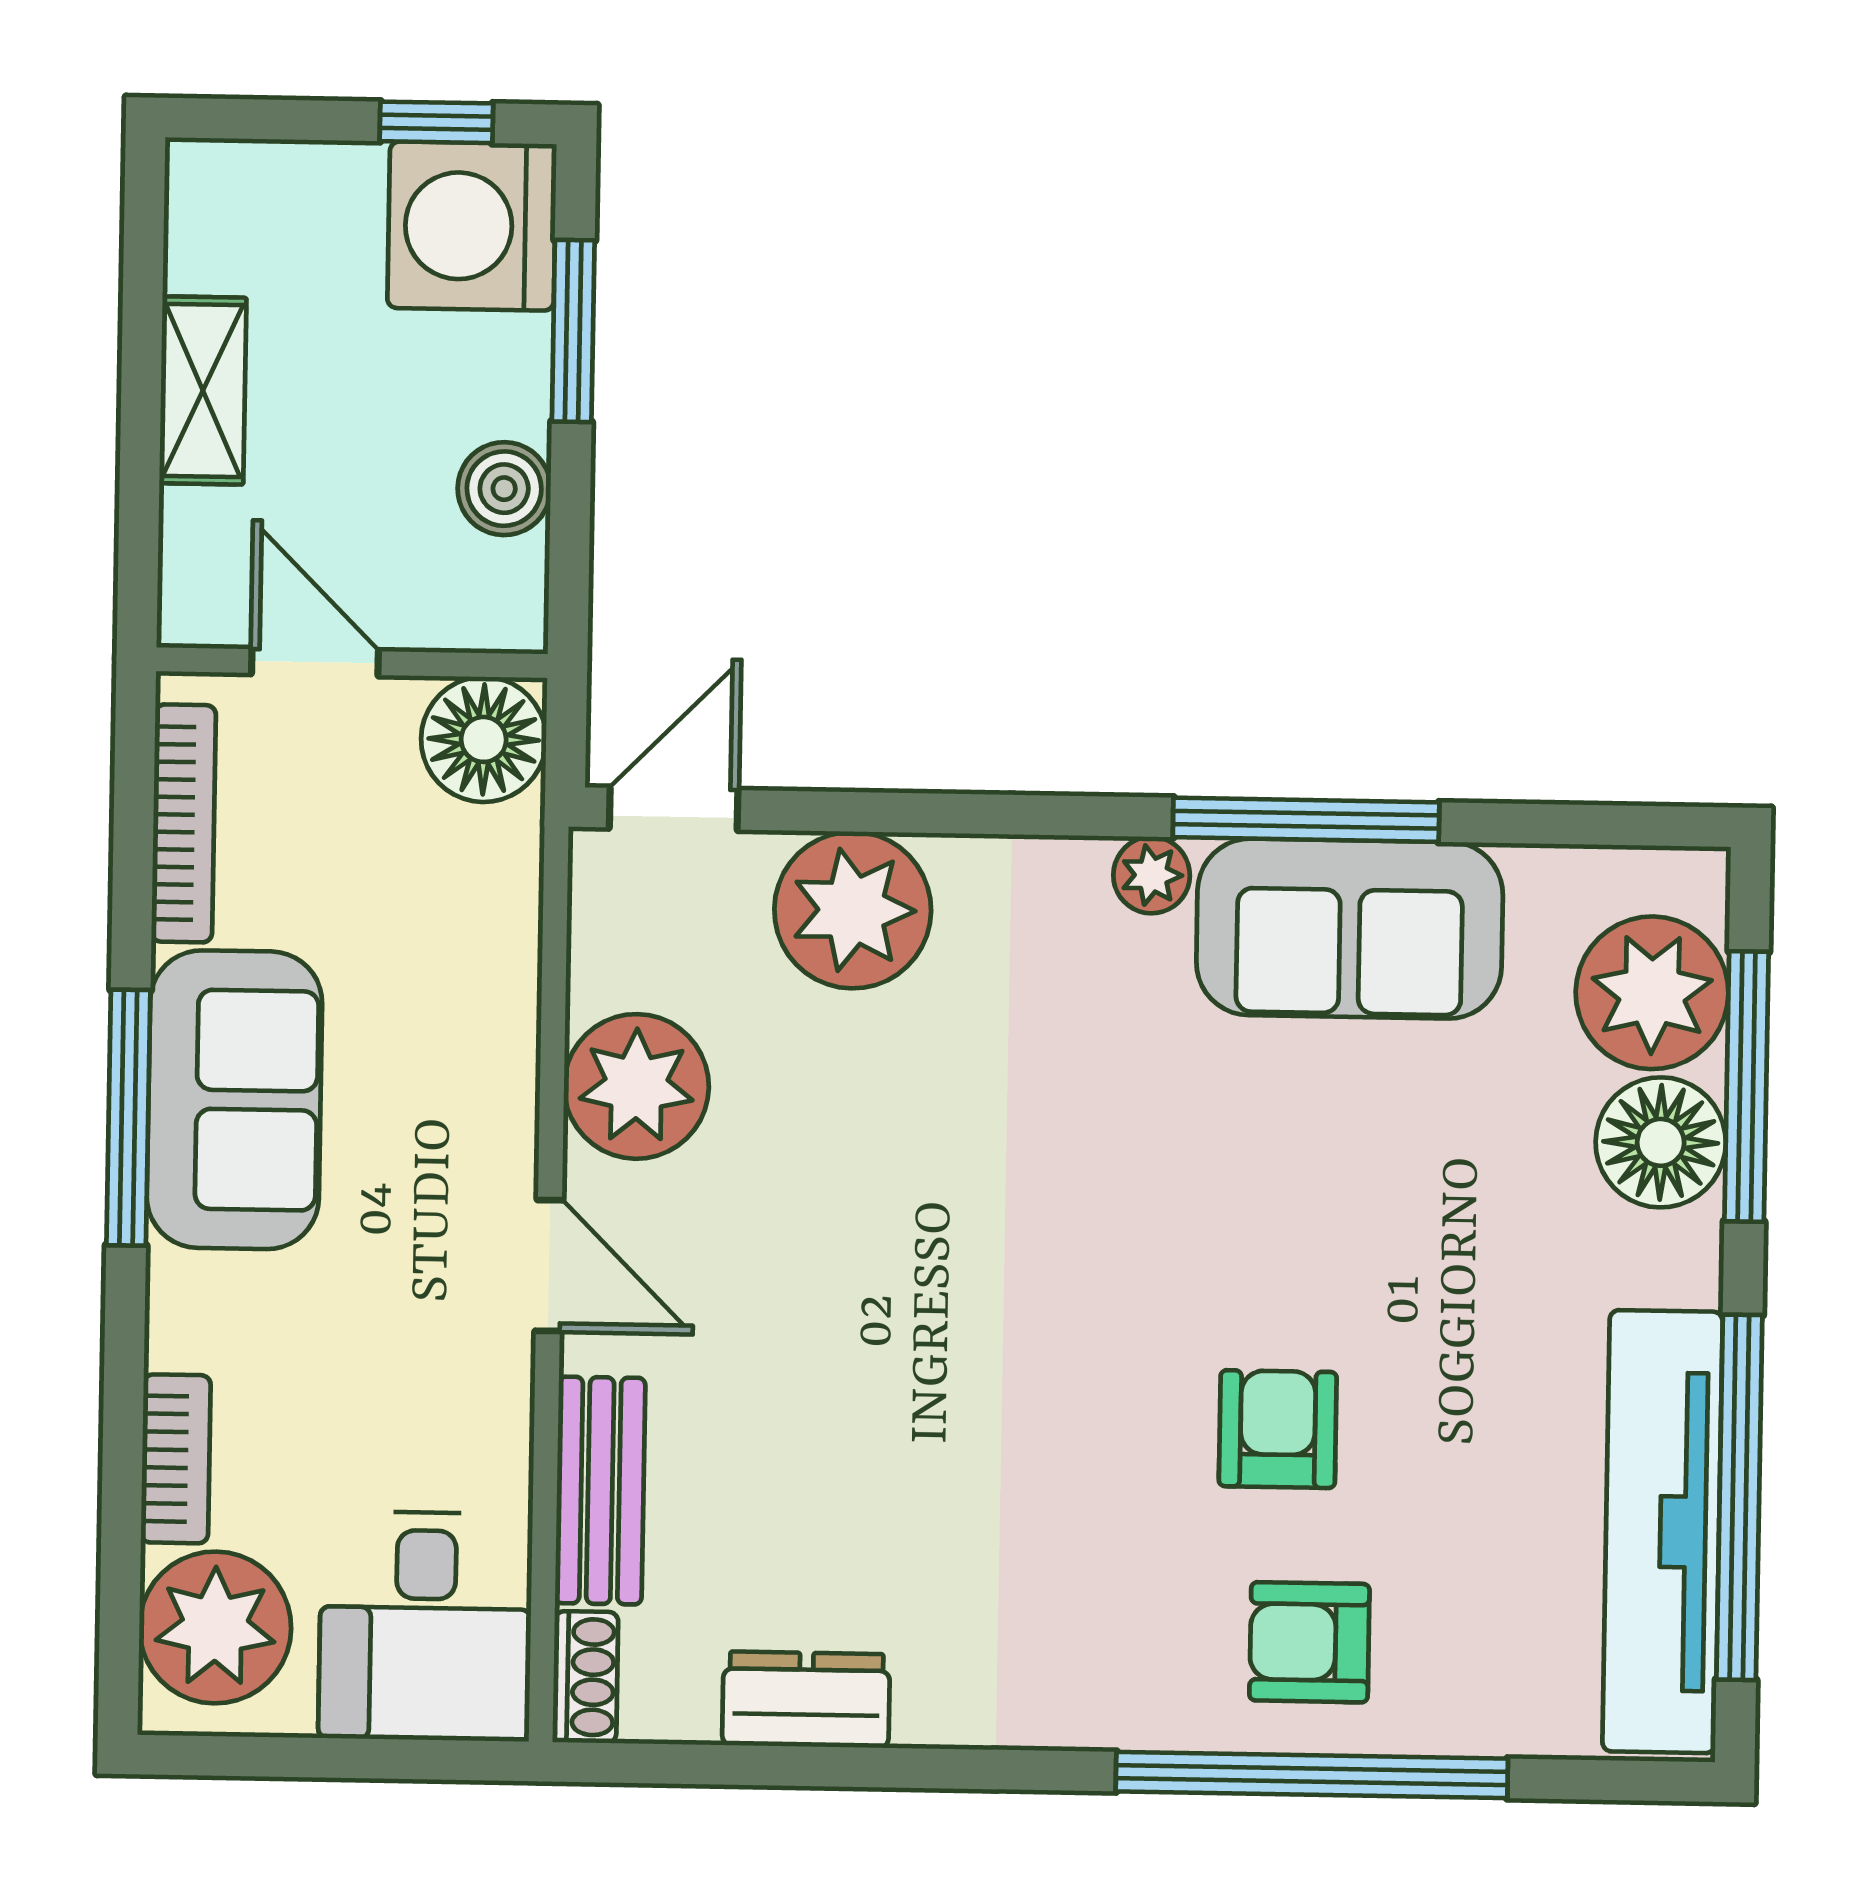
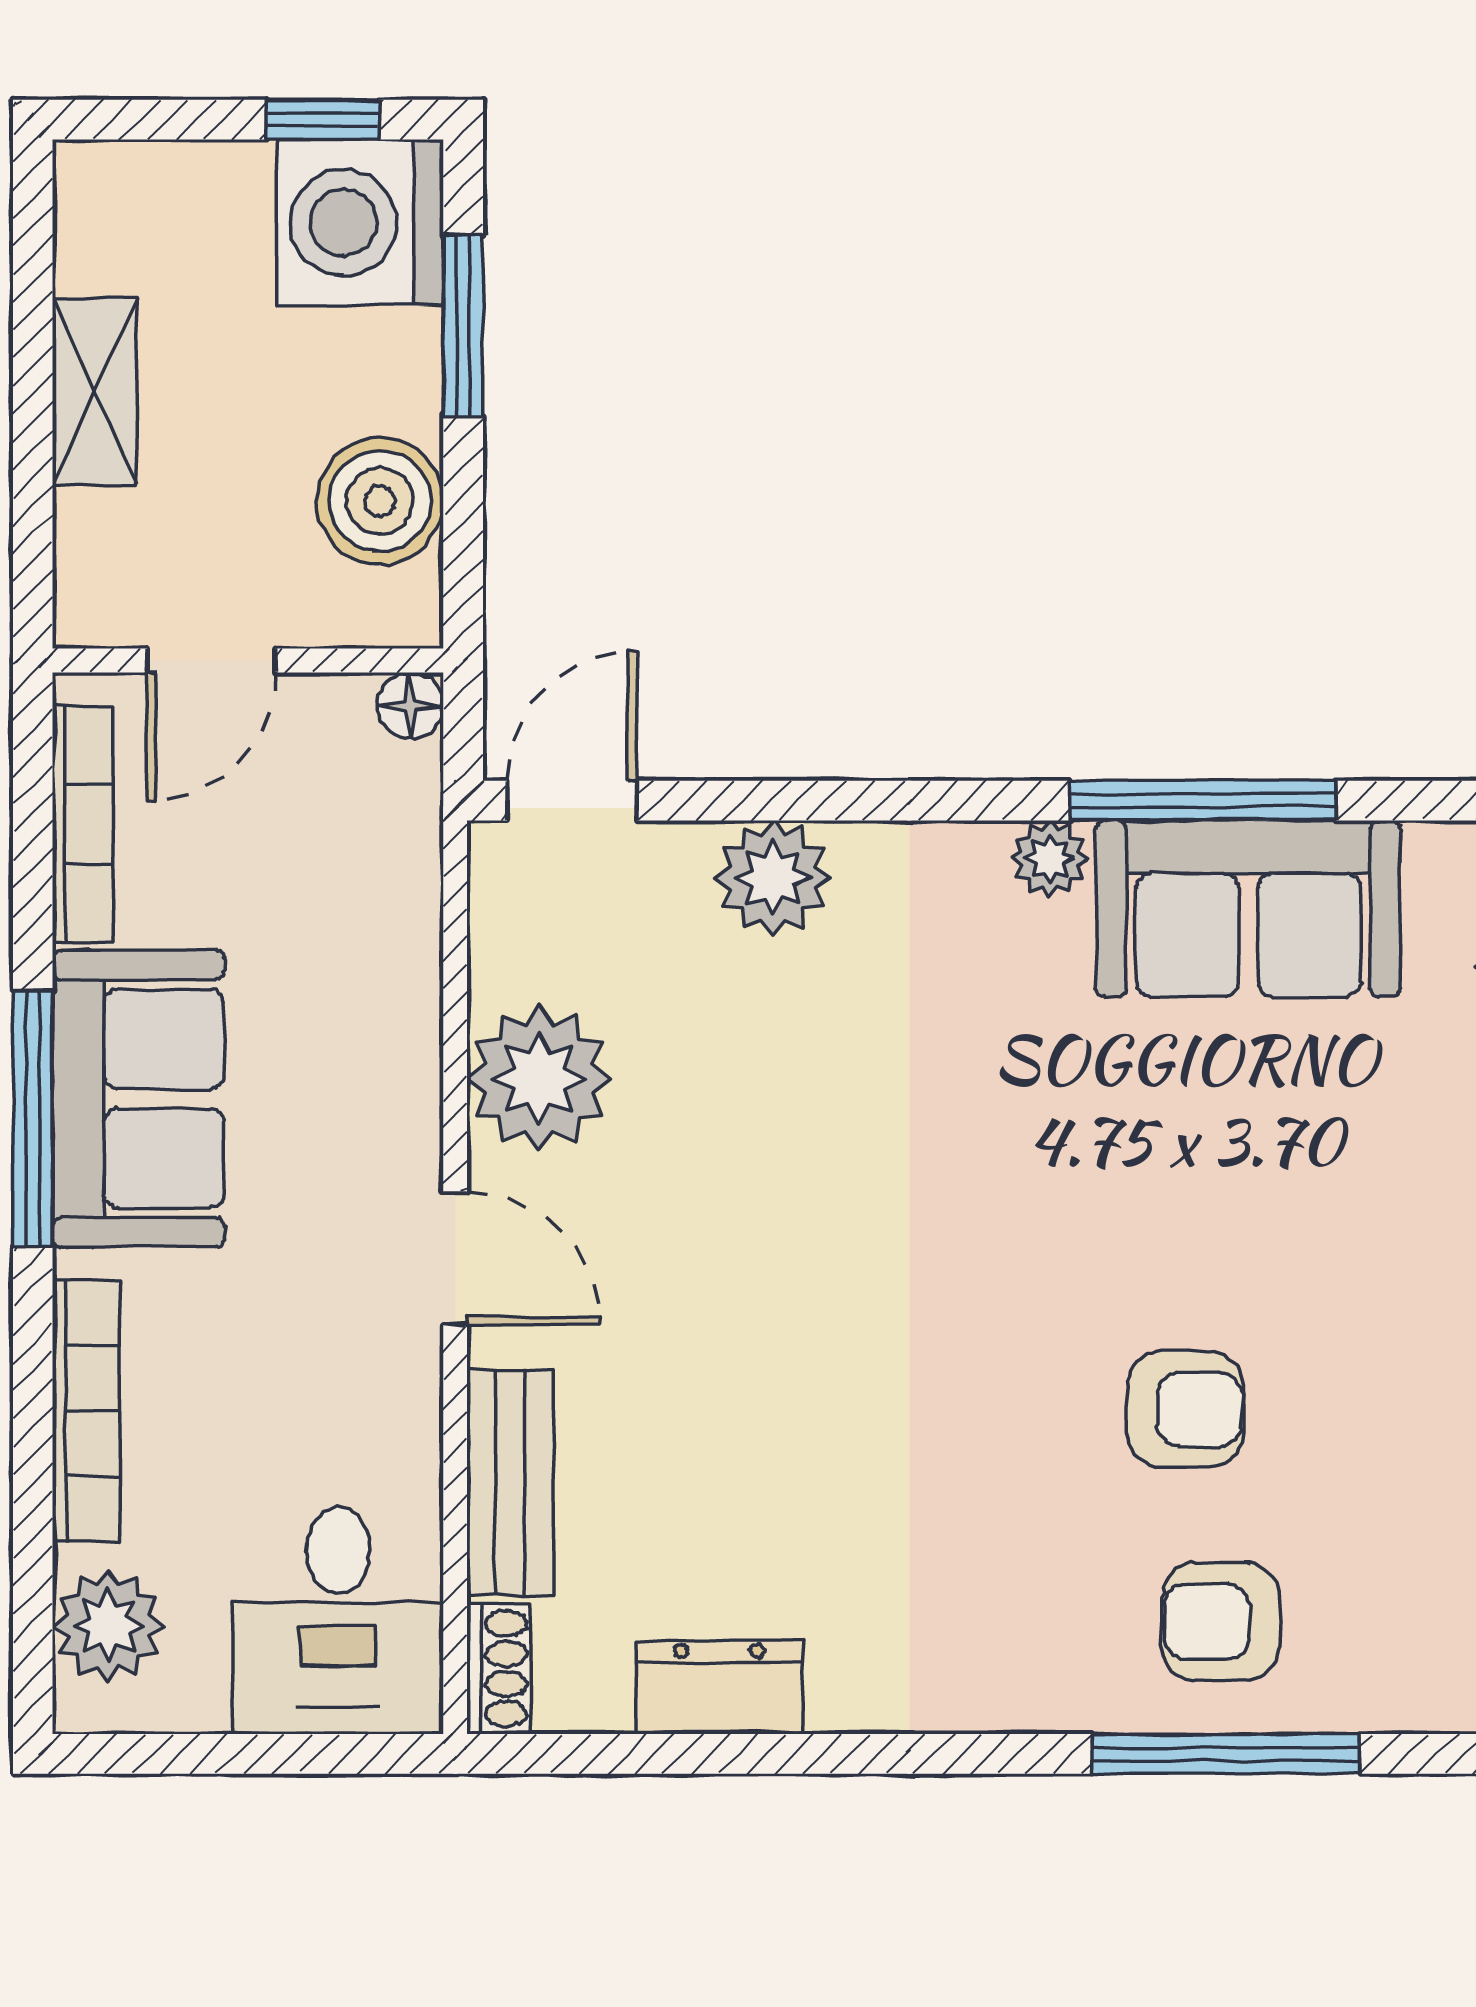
boiler: (504, 489) -> (380, 501), width x1.36, depth x1.36
door: (315, 662) -> (211, 660), swing flipped
floor lamp: (484, 739) -> (410, 705), width x0.53, depth x0.53
plant: (853, 910) -> (773, 878), width x0.73, depth x0.73
armchair: (1278, 1429) -> (1185, 1409), turned 90
bookcase: (176, 1459) -> (86, 1411), width x1.56
plant: (215, 1627) -> (108, 1626), width x0.73, depth x0.73
window: (1312, 1775) -> (1225, 1754), width x0.68

